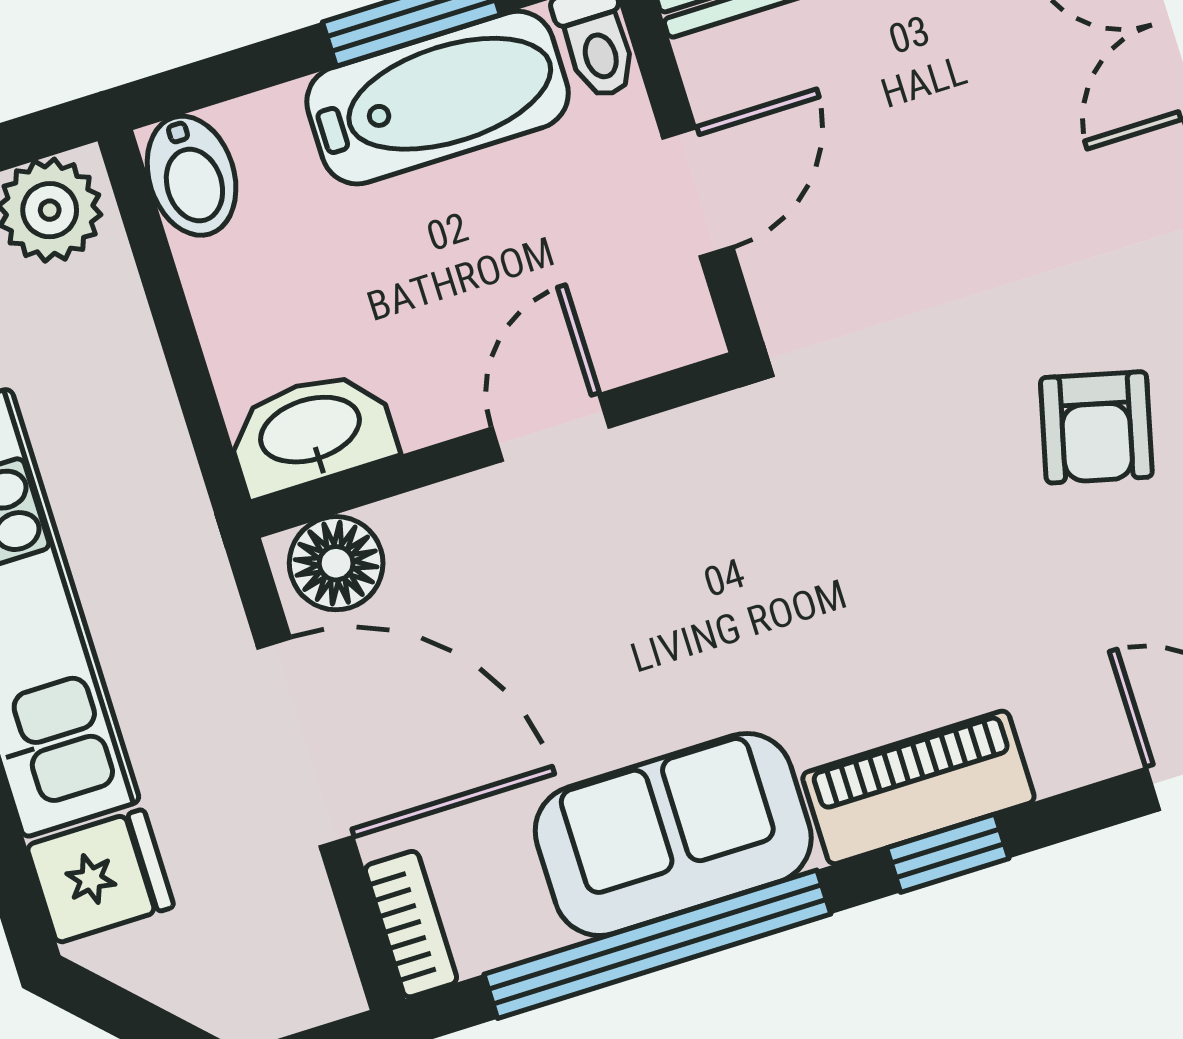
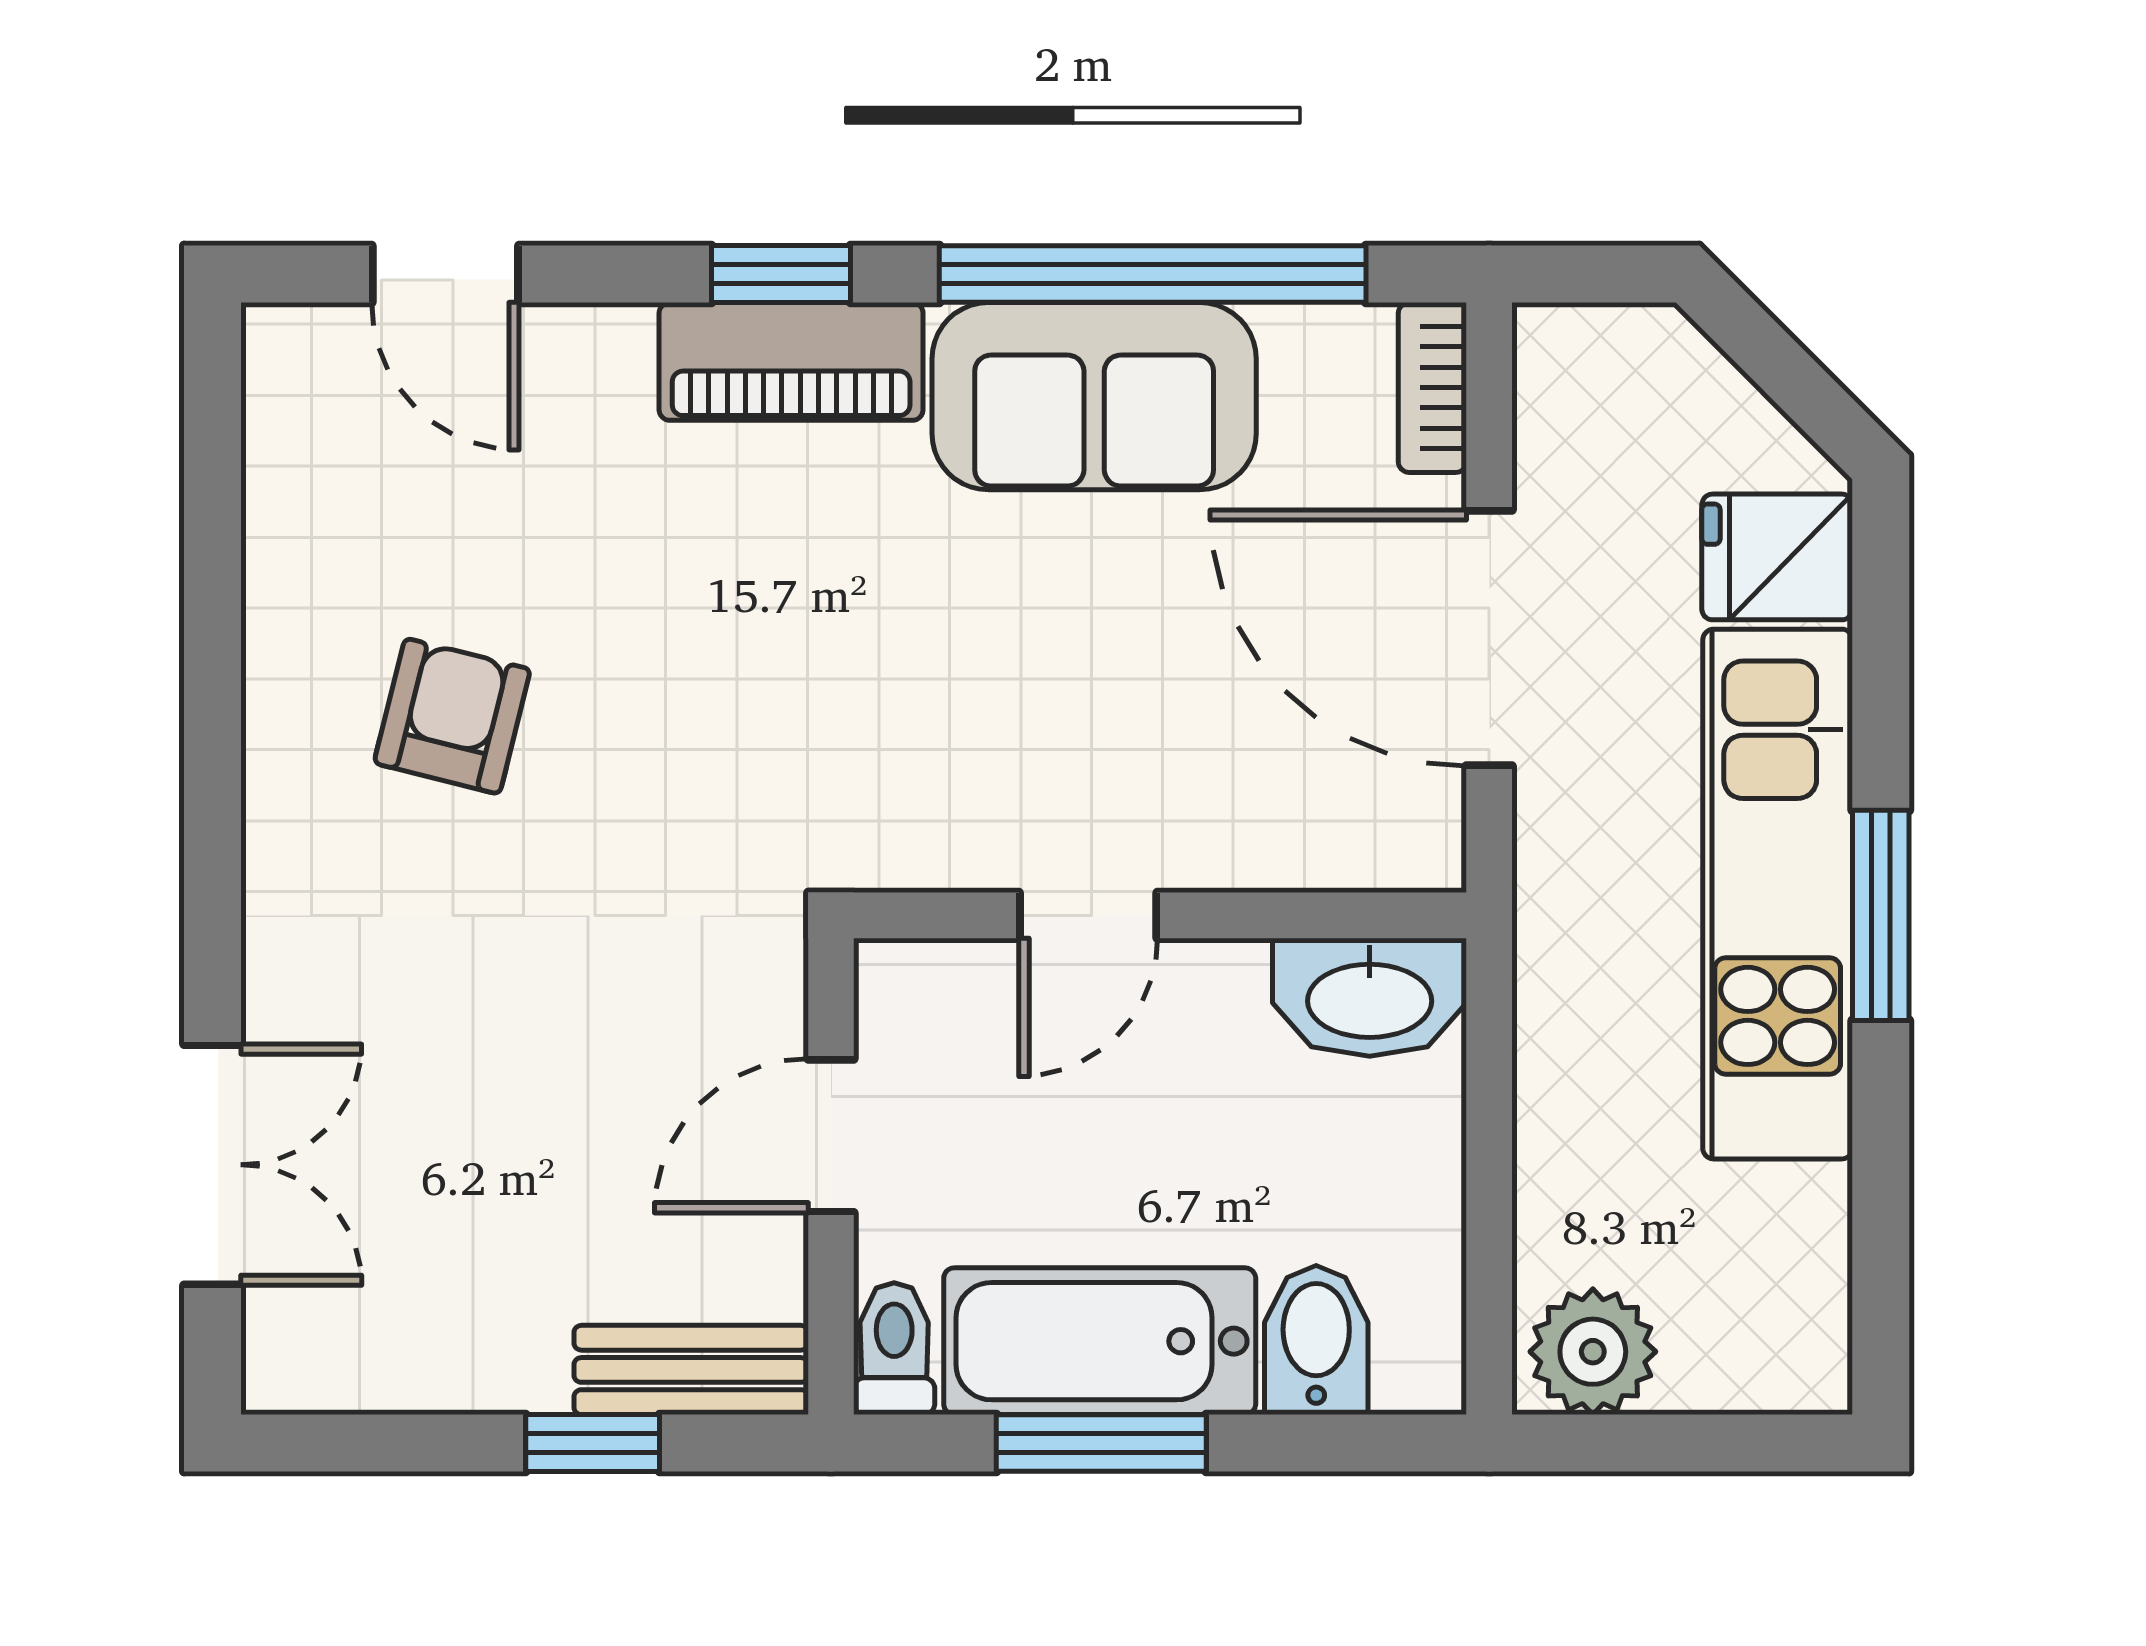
bidet: (192, 176) -> (1316, 1340), moved
floor lamp: (336, 563) -> (1388, 836), removed

